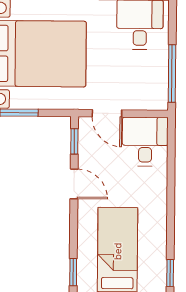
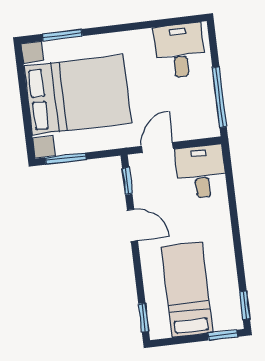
door: (107, 113) -> (157, 148), swing flipped

